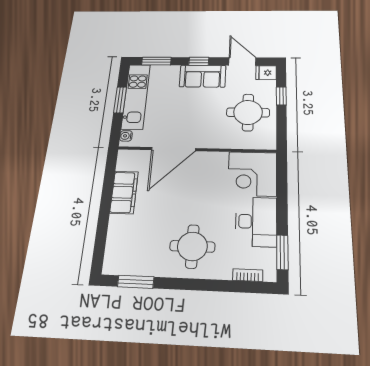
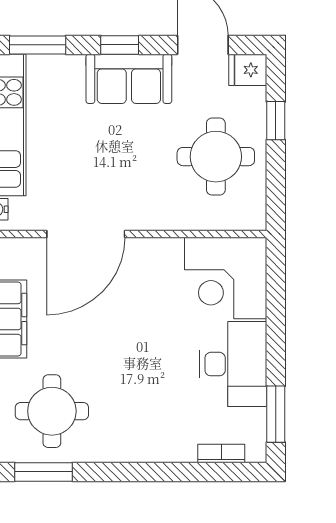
round table: (192, 246) -> (52, 411), moved

